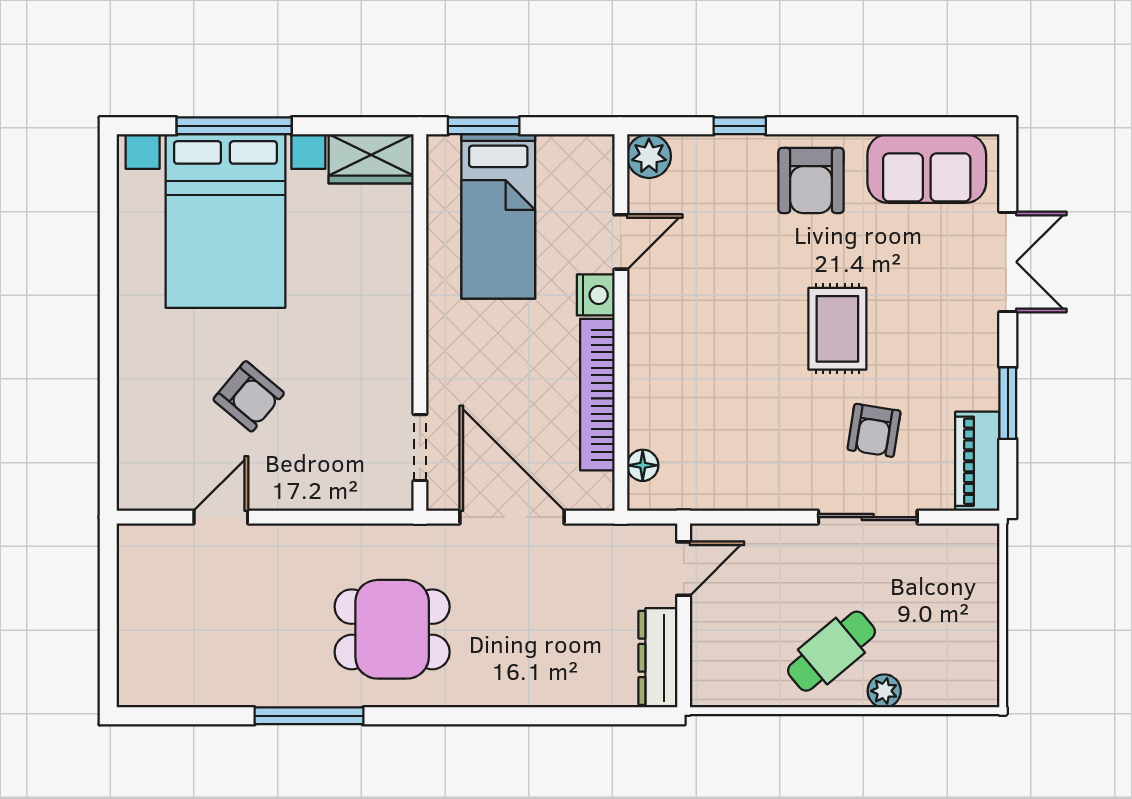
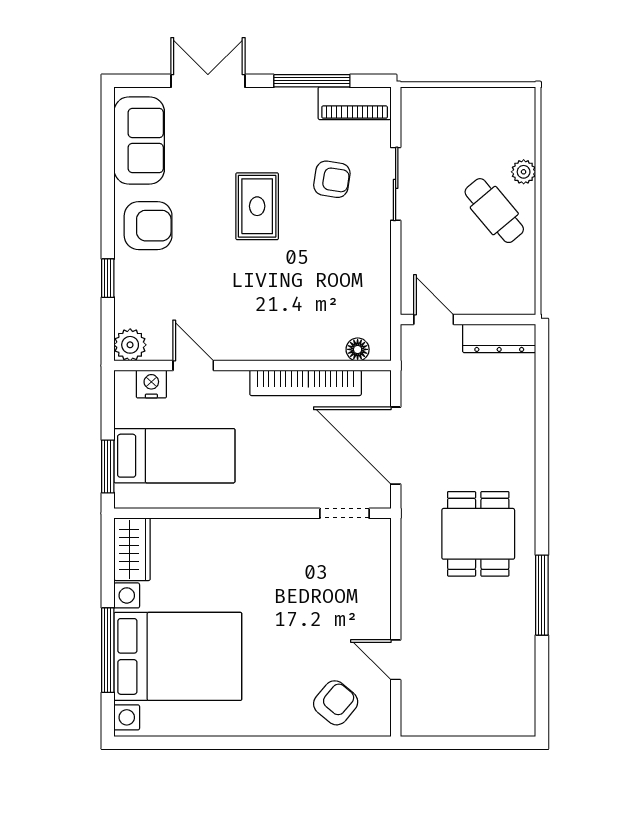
nightstand: (596, 295) -> (151, 384), moved
rug: (837, 329) -> (257, 206), turned 90
armchair: (249, 396) -> (336, 703), moved
window: (1008, 403) -> (312, 81), width x1.44
door: (512, 517) -> (396, 446), hinge flipped

